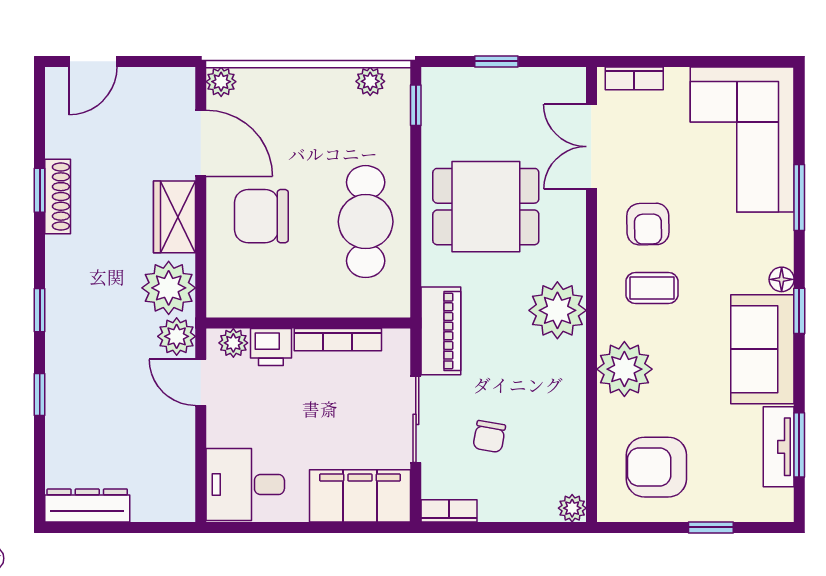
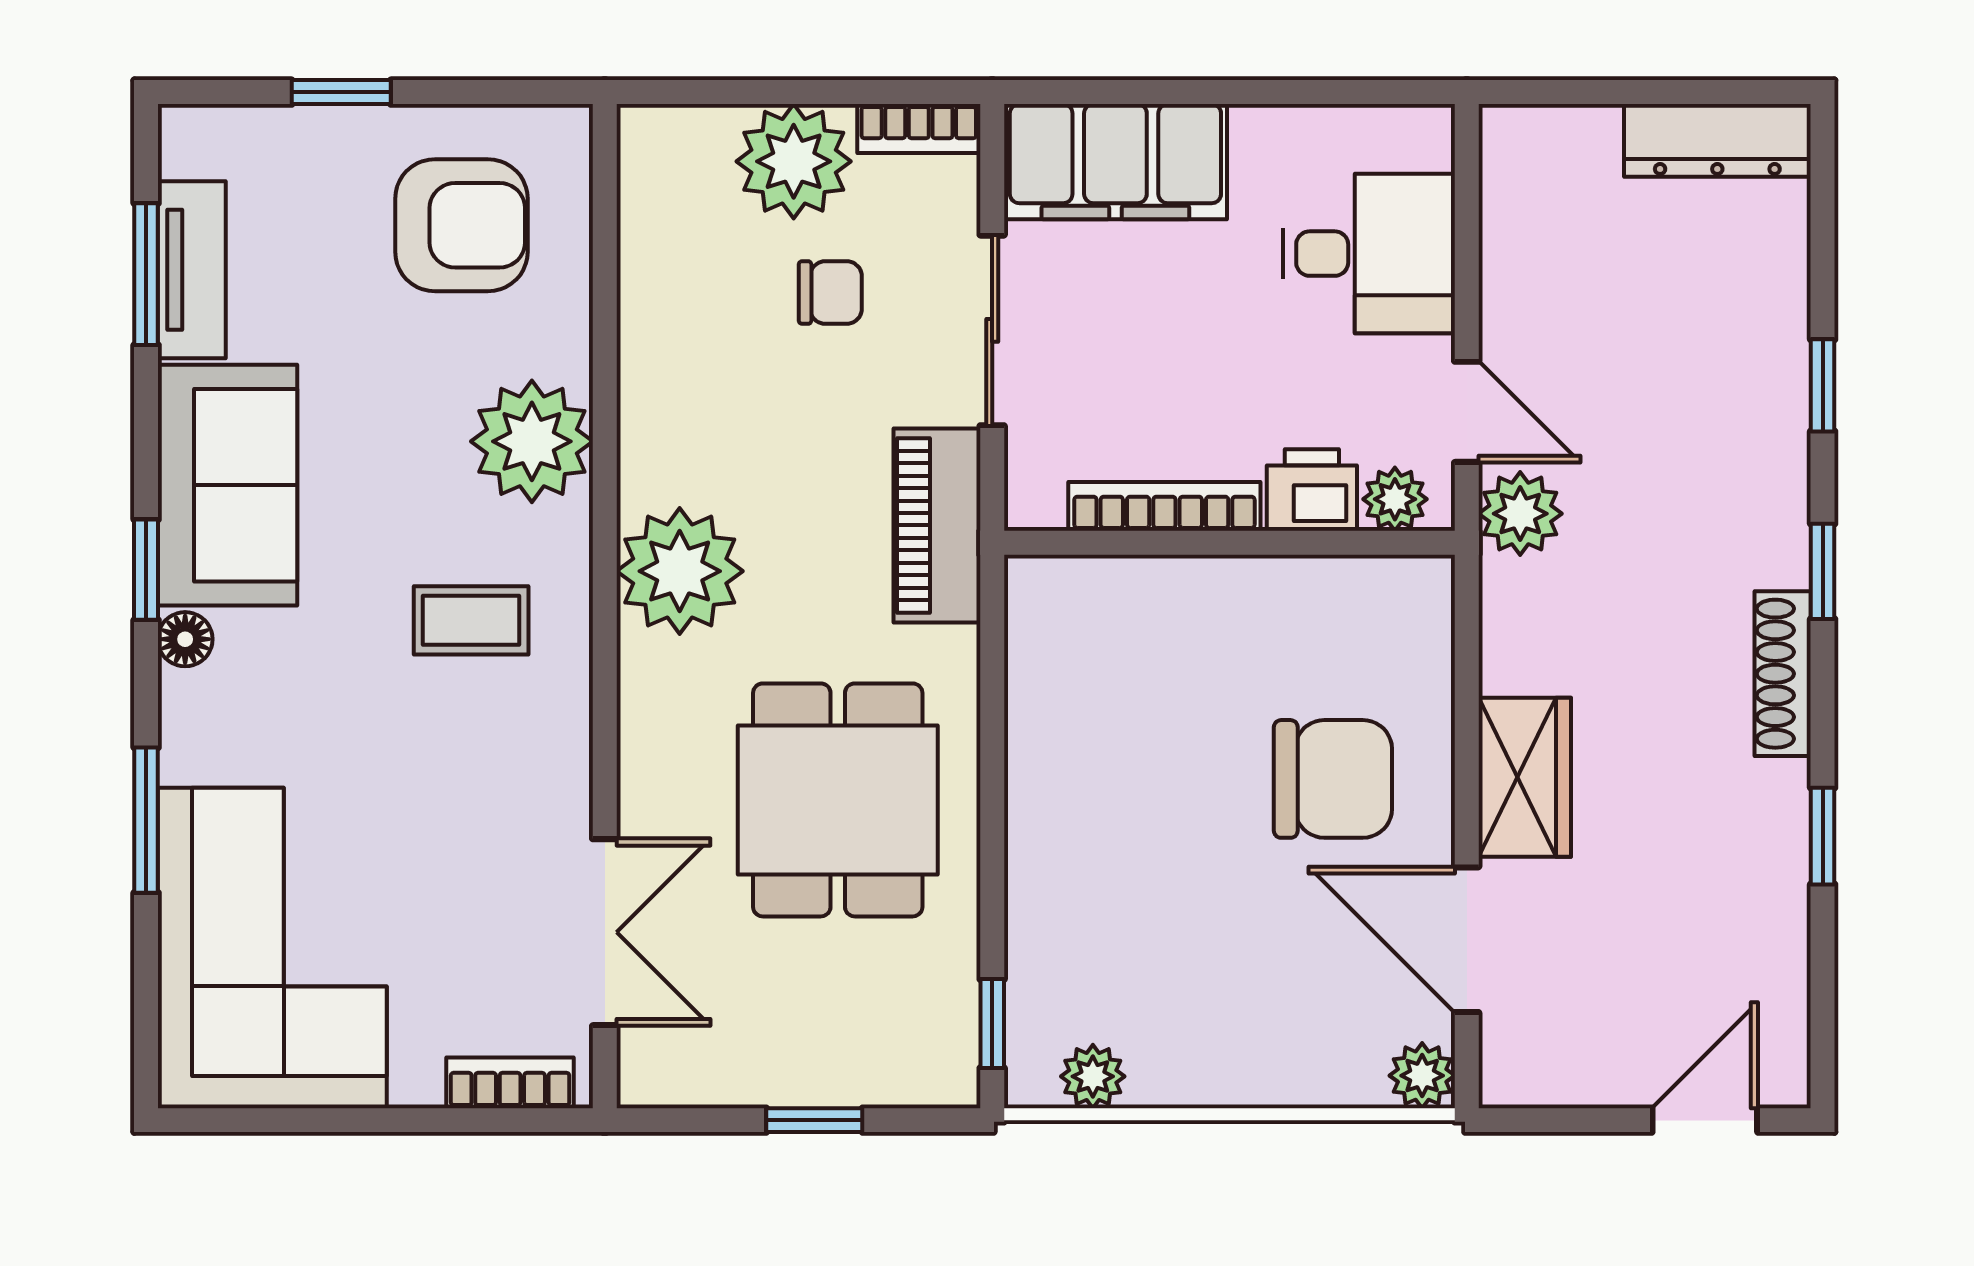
shoe rack: (58, 196) -> (1783, 674), moved
dining table: (486, 207) -> (838, 800), turned 90
cafe table: (366, 222) -> (1103, 767), removed
armchair: (648, 224) -> (480, 761), removed
plant: (169, 288) -> (1538, 621), removed
chair: (489, 437) -> (830, 293), turned 80
desk: (245, 485) -> (1369, 254), moved
plant: (572, 508) -> (794, 161), moved, width x1.87, depth x1.87

